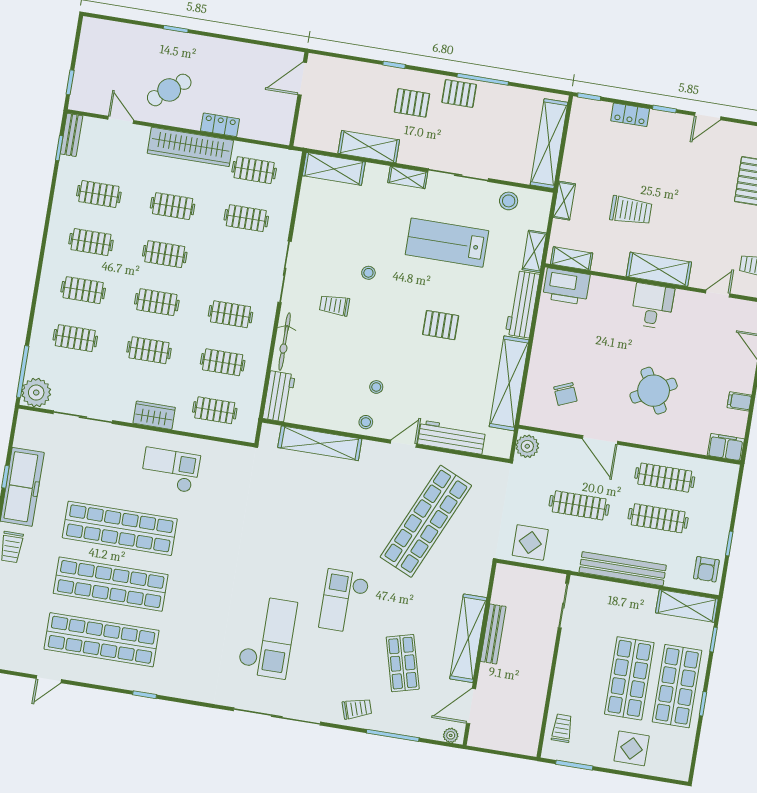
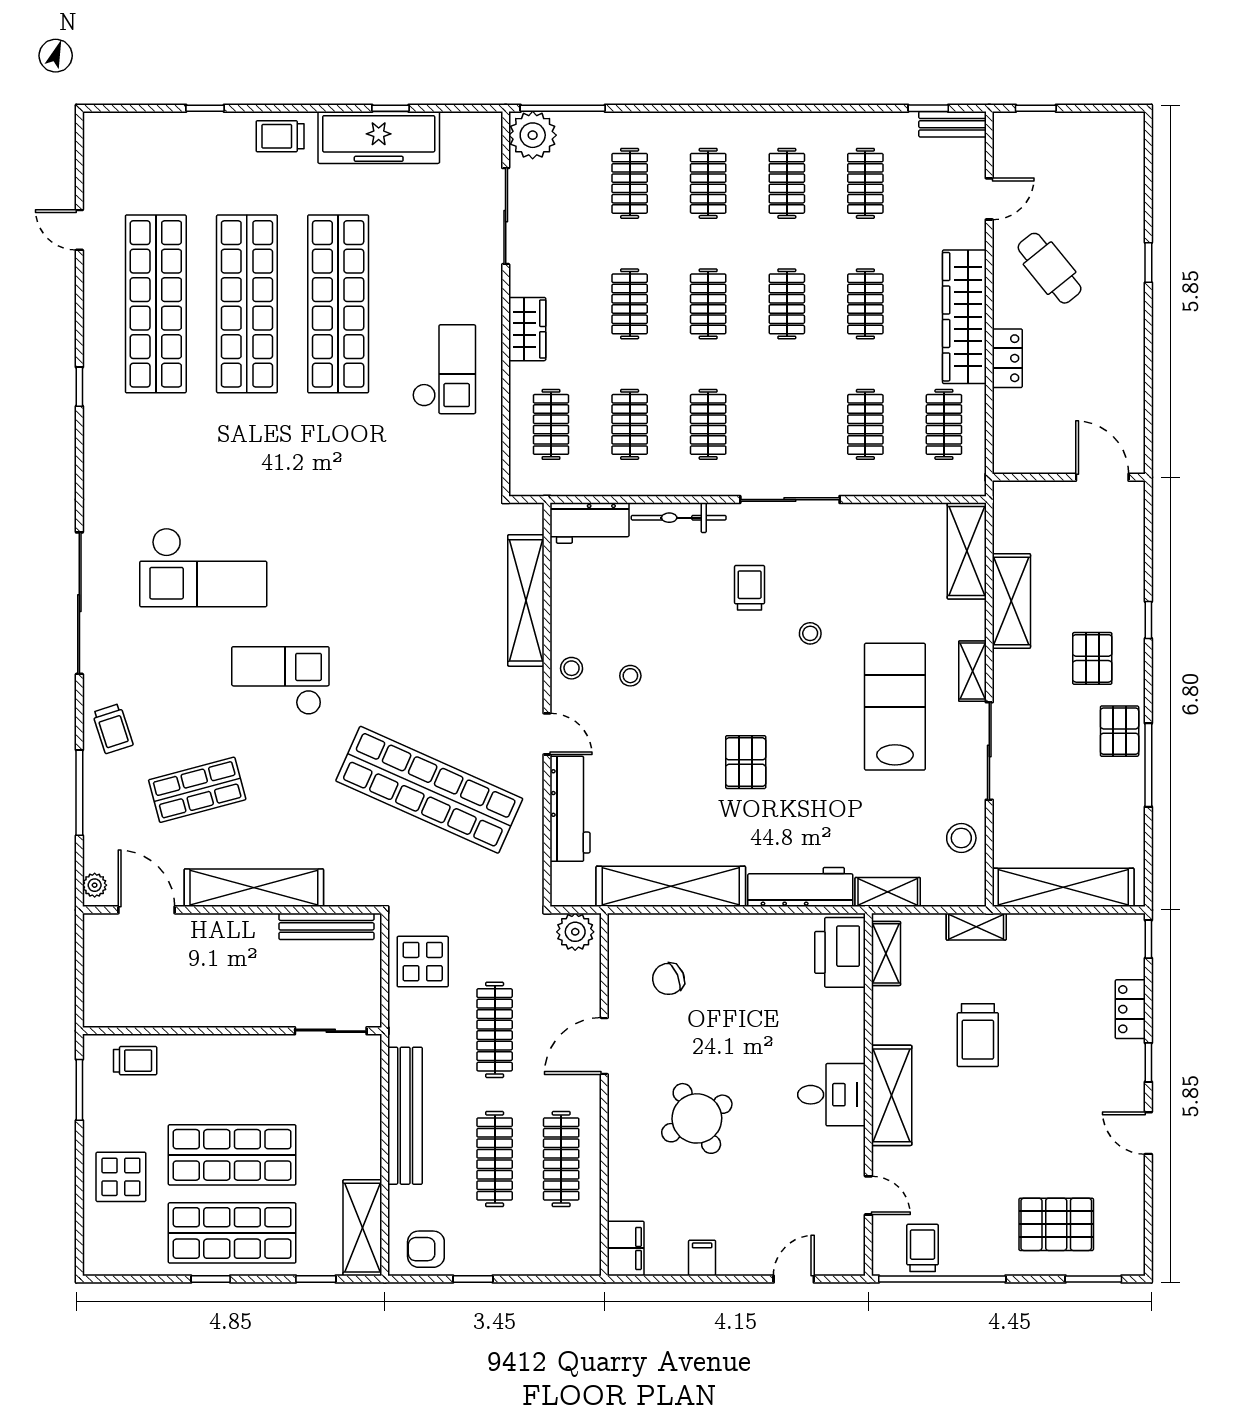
lab bench: (447, 243) -> (895, 707), moved
bench: (493, 634) -> (326, 926), moved

